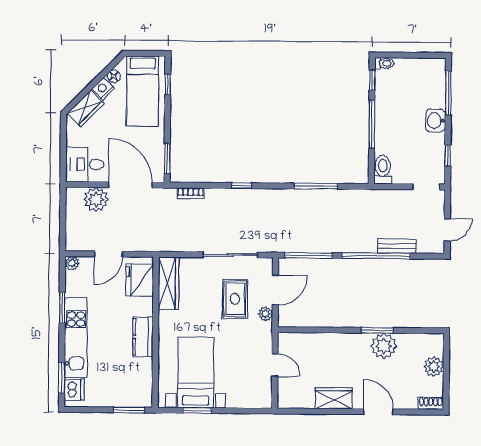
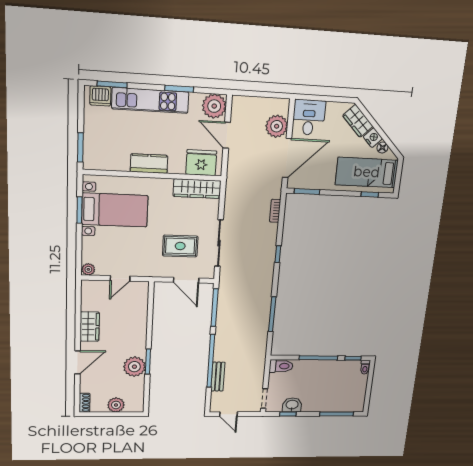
washbasin: (436, 121) -> (292, 405), moved
plant: (72, 263) -> (214, 106), width x1.87, depth x1.87
plant: (266, 314) -> (88, 269), moved

